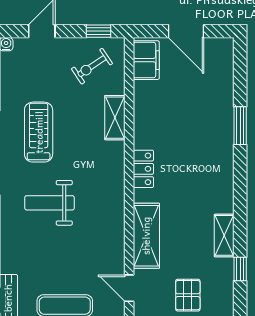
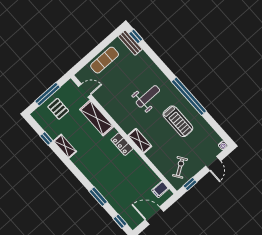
filing cabinet: (146, 60) -> (160, 189), width x0.50
window: (240, 65) -> (120, 221), added
shelving: (115, 118) -> (140, 141), moved

